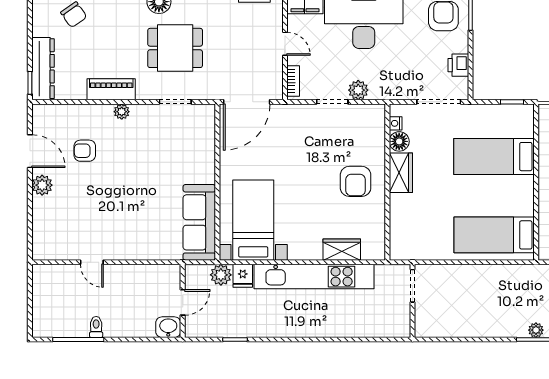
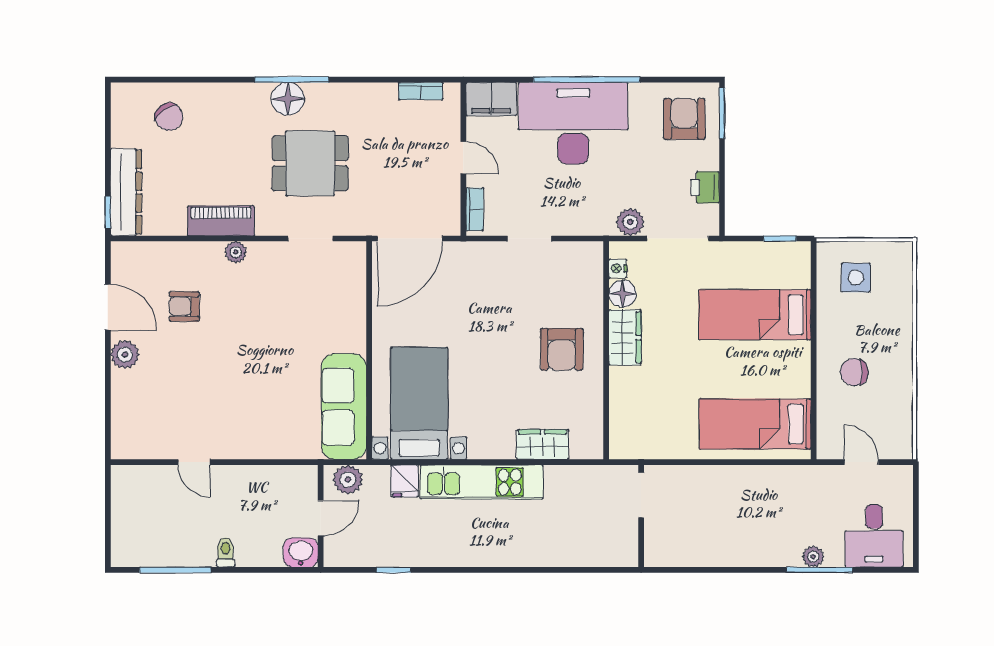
plant: (358, 90) -> (630, 222), moved
plant: (221, 275) -> (348, 480), moved
kitchen unit: (314, 277) -> (482, 482), width x0.73
toilet: (96, 327) -> (226, 552), moved

